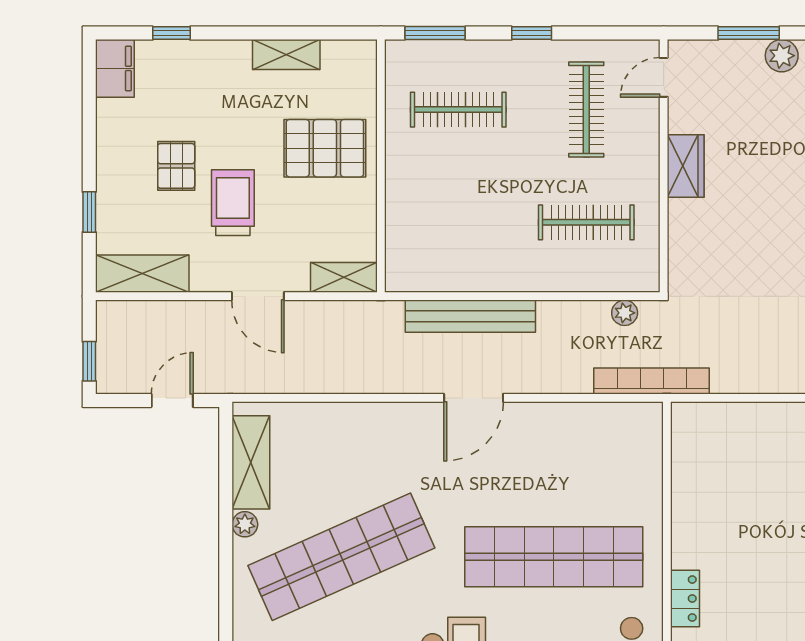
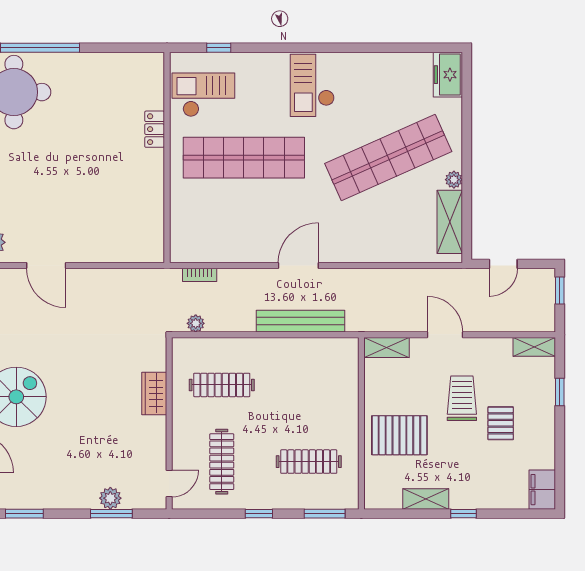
window: (171, 33) -> (463, 514), moved
plant: (782, 56) -> (110, 498), moved
wardrobe: (686, 166) -> (154, 393), moved
trolley: (233, 203) -> (462, 398), turned 180
shelving: (142, 274) -> (534, 347), width x0.67, depth x0.75
bookcase: (652, 381) -> (200, 275), width x0.43, depth x0.76

